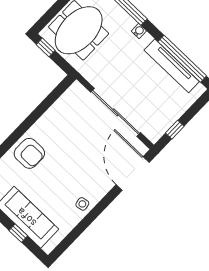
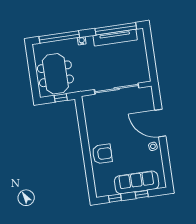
window: (46, 47) -> (61, 98), moved
window: (175, 130) -> (152, 63), removed
door: (133, 174) -> (160, 123), moved

